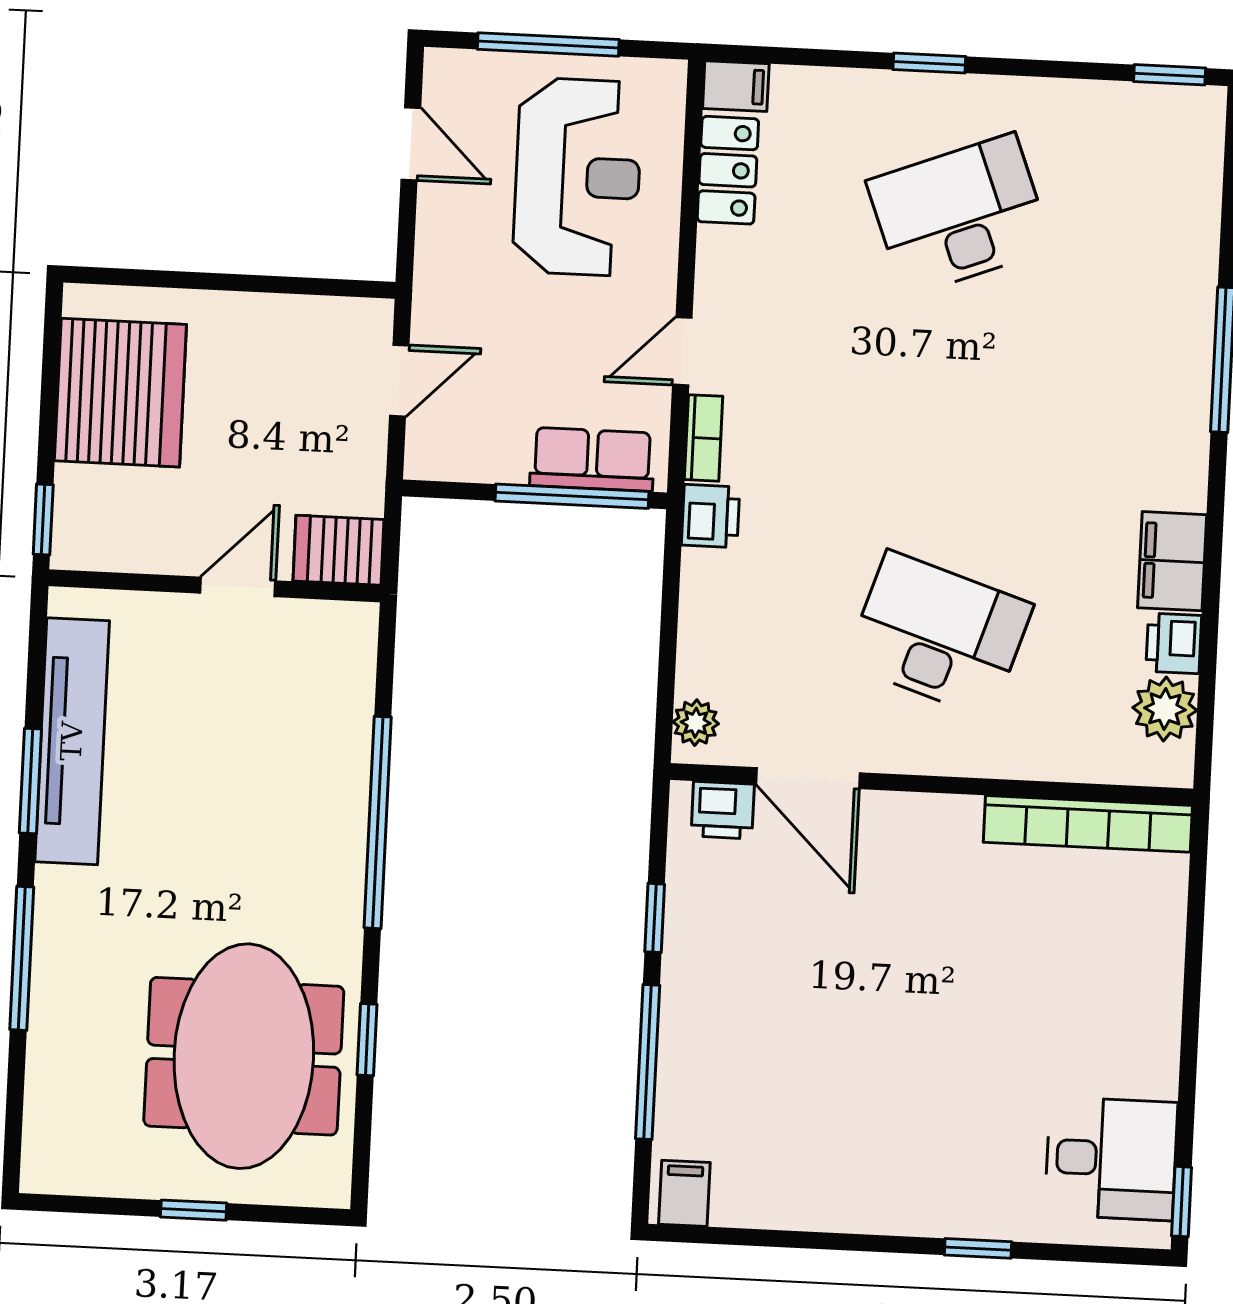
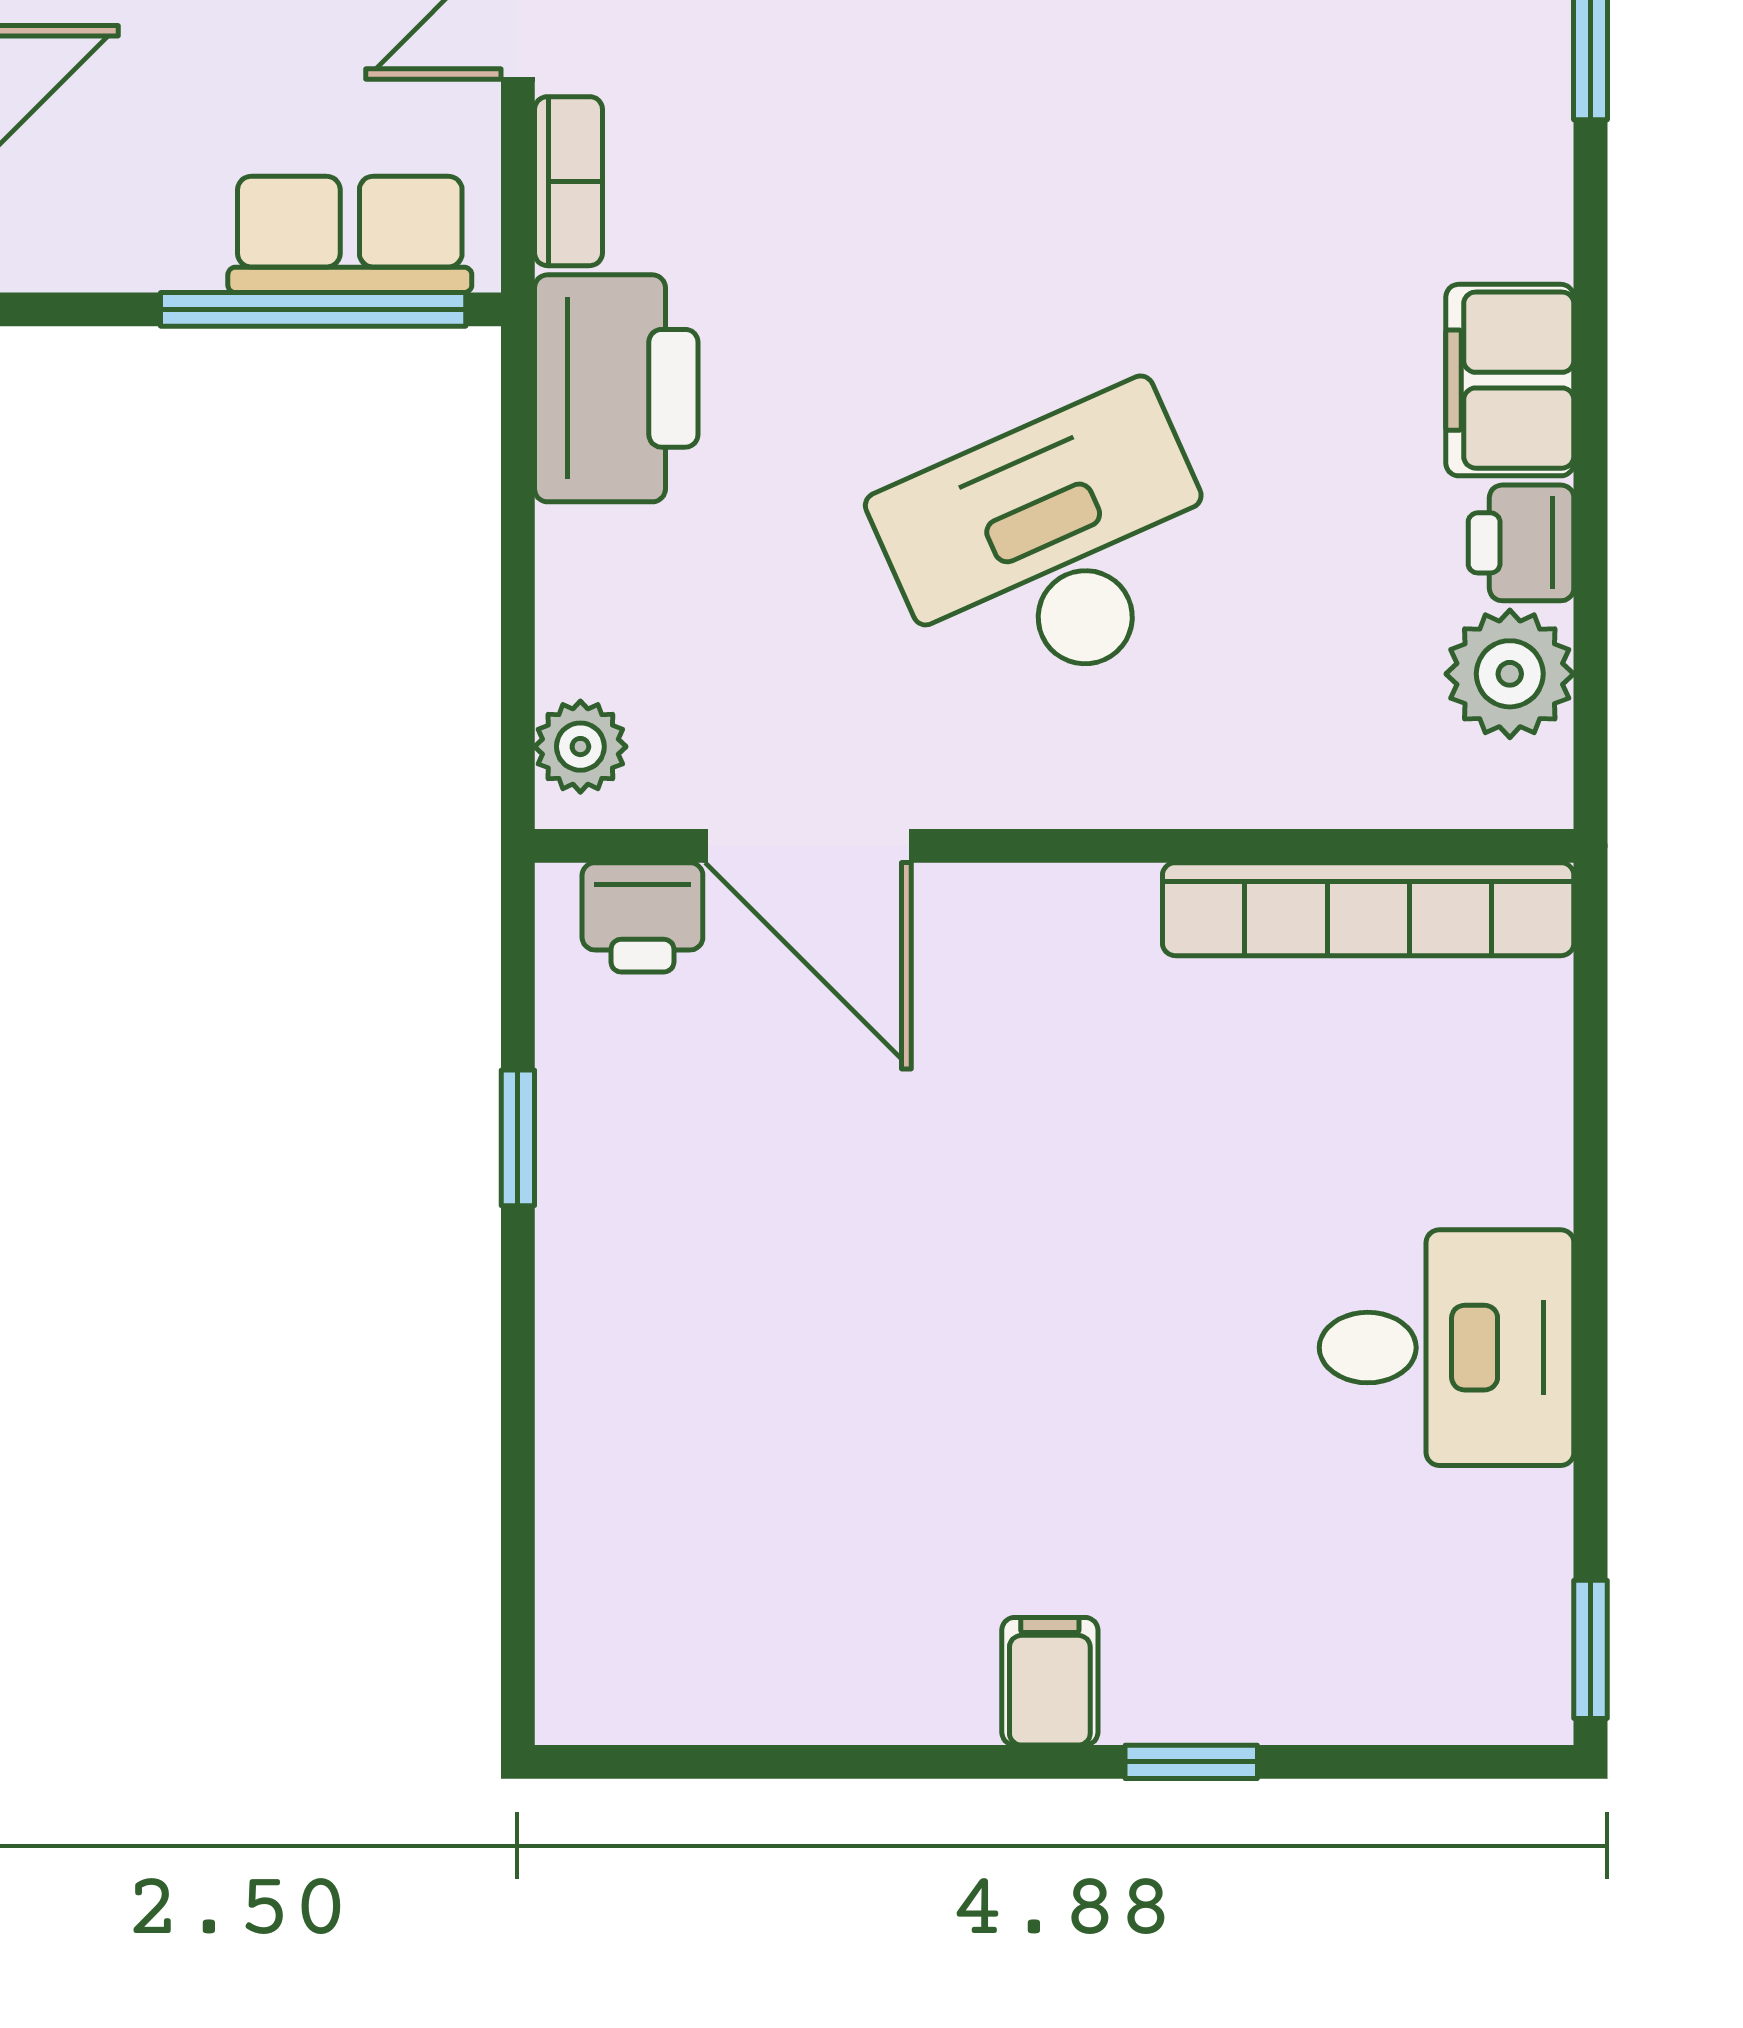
printer: (711, 516) -> (616, 388), width x1.87, depth x1.48
desk: (939, 634) -> (1054, 548), turned -42
window: (648, 1062) -> (518, 1424), removed
desk: (1111, 1159) -> (1447, 1348), moved
filing cabinet: (684, 1193) -> (1050, 1681), moved

